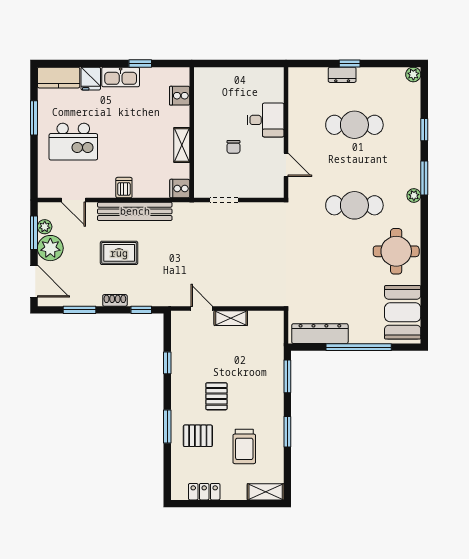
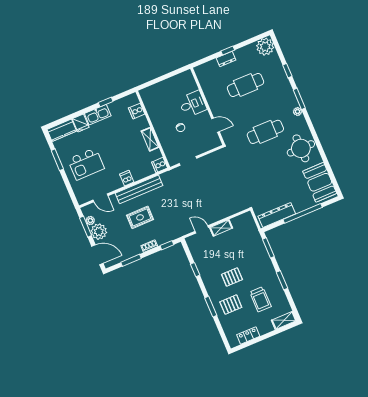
plant: (413, 74) -> (265, 47), width x1.88, depth x1.88
pallet: (216, 396) -> (232, 277), turned 90

